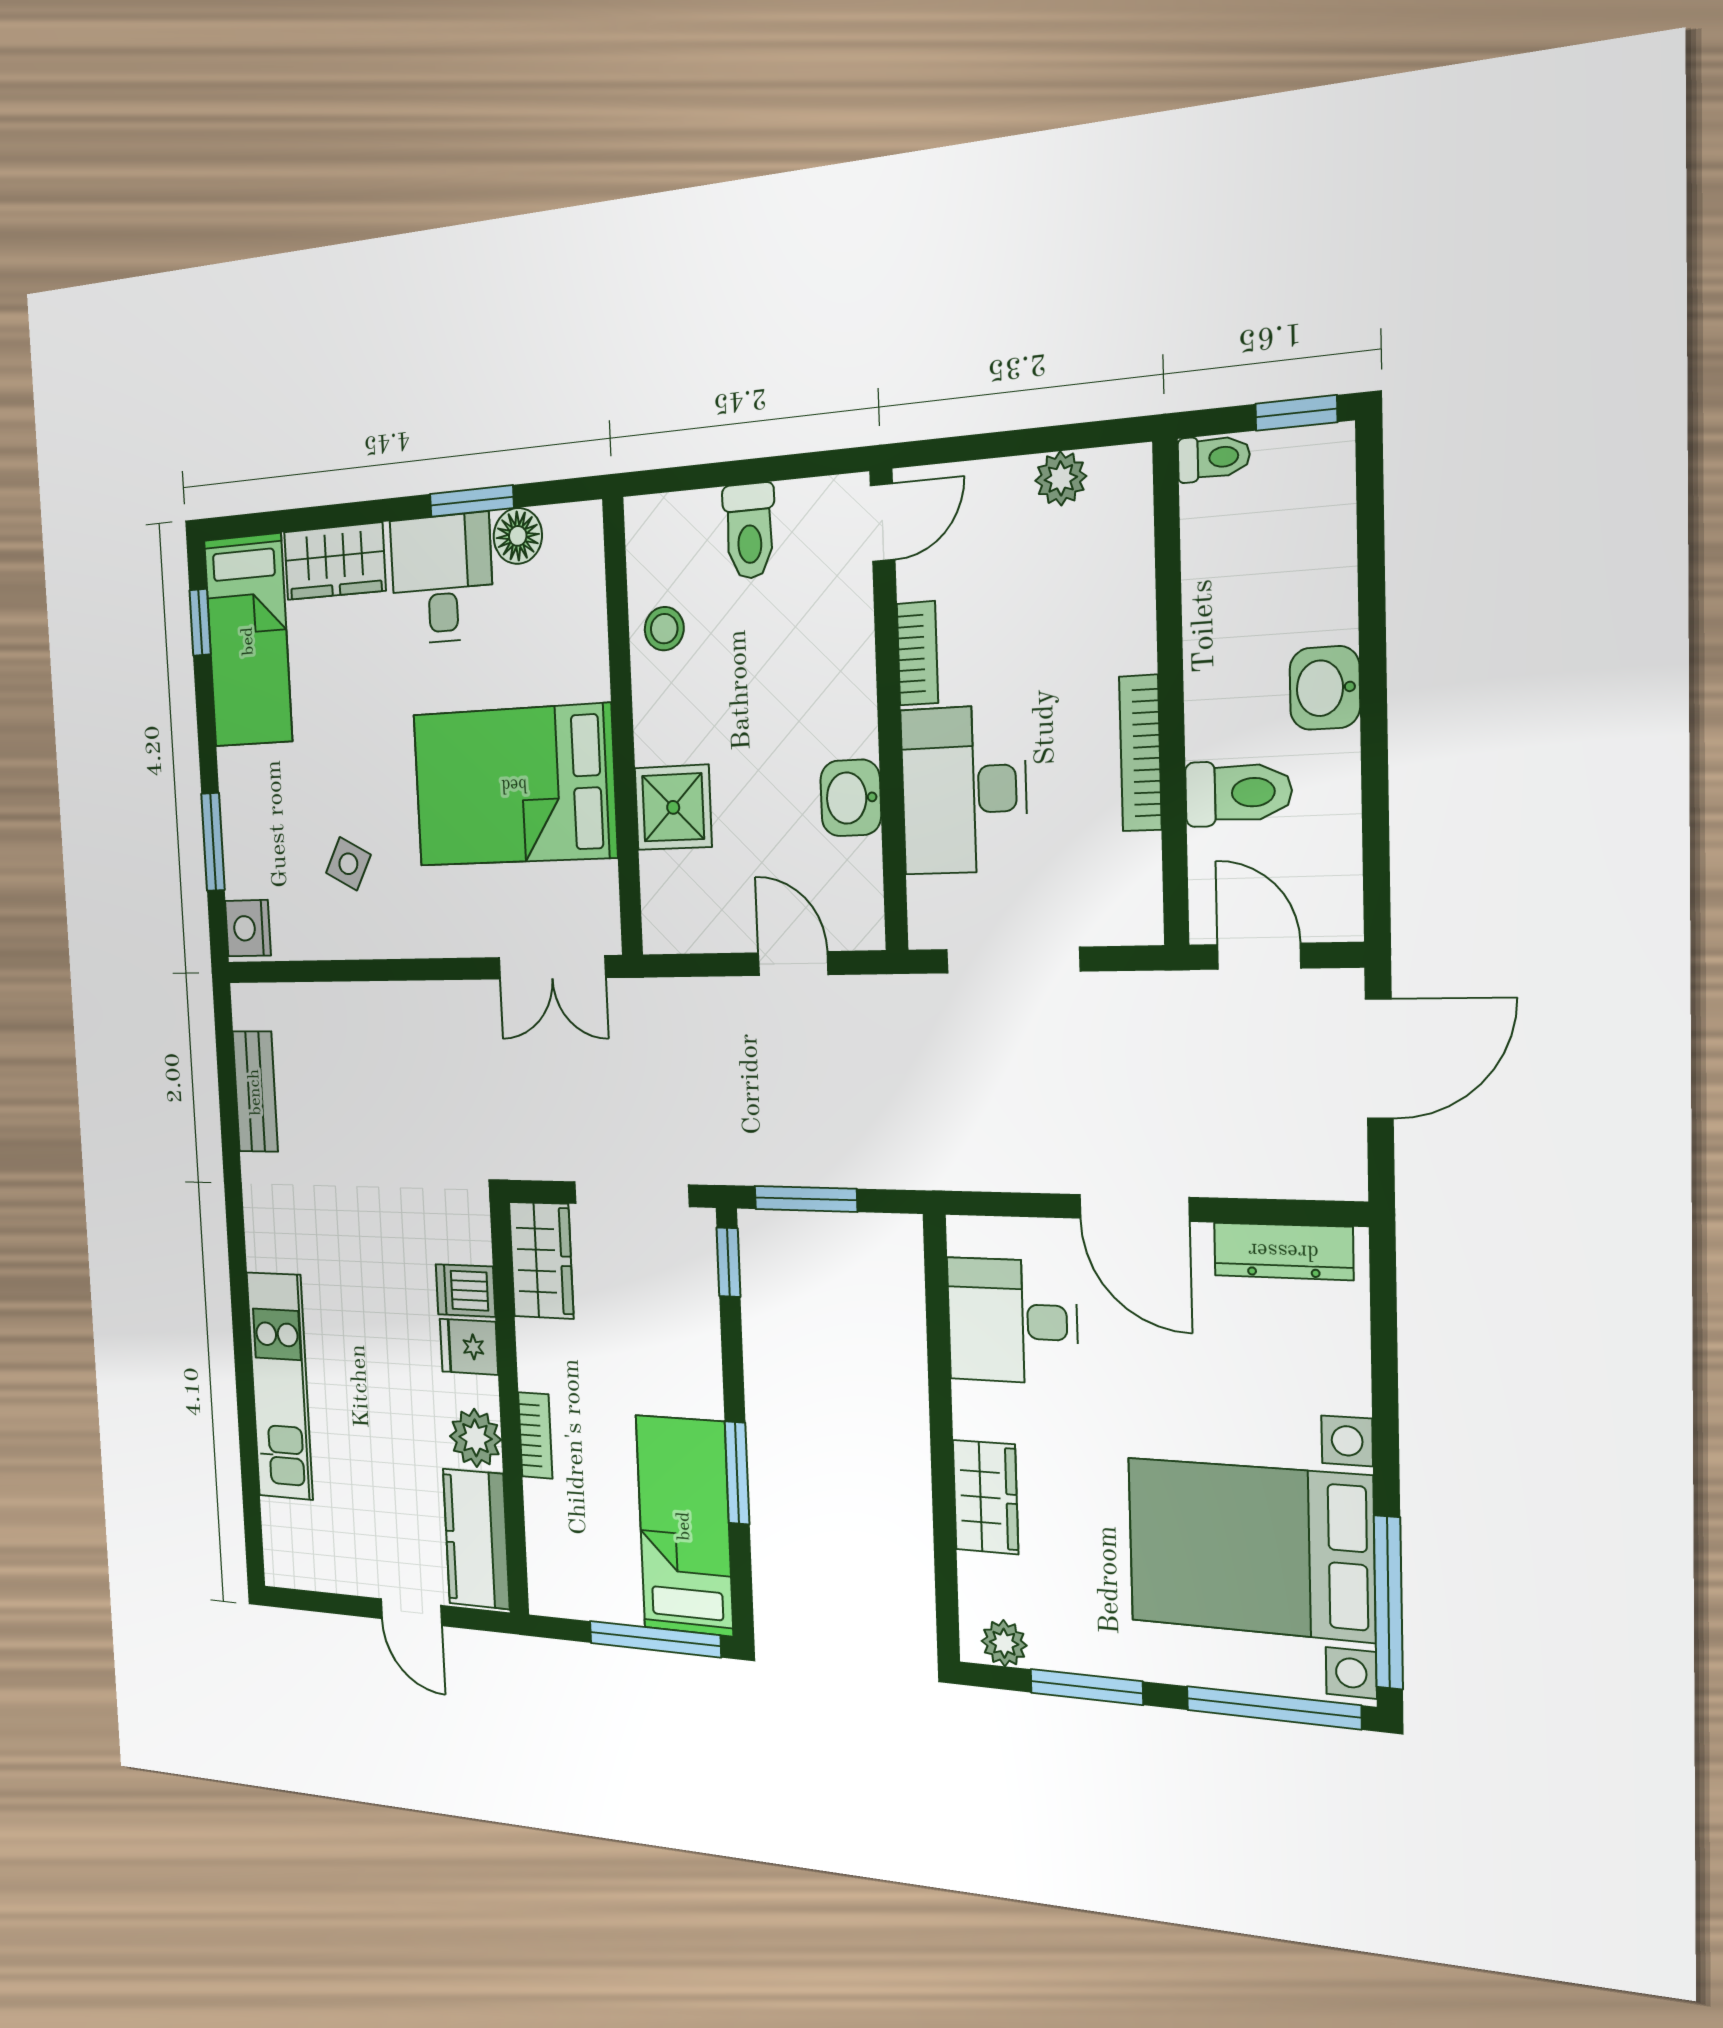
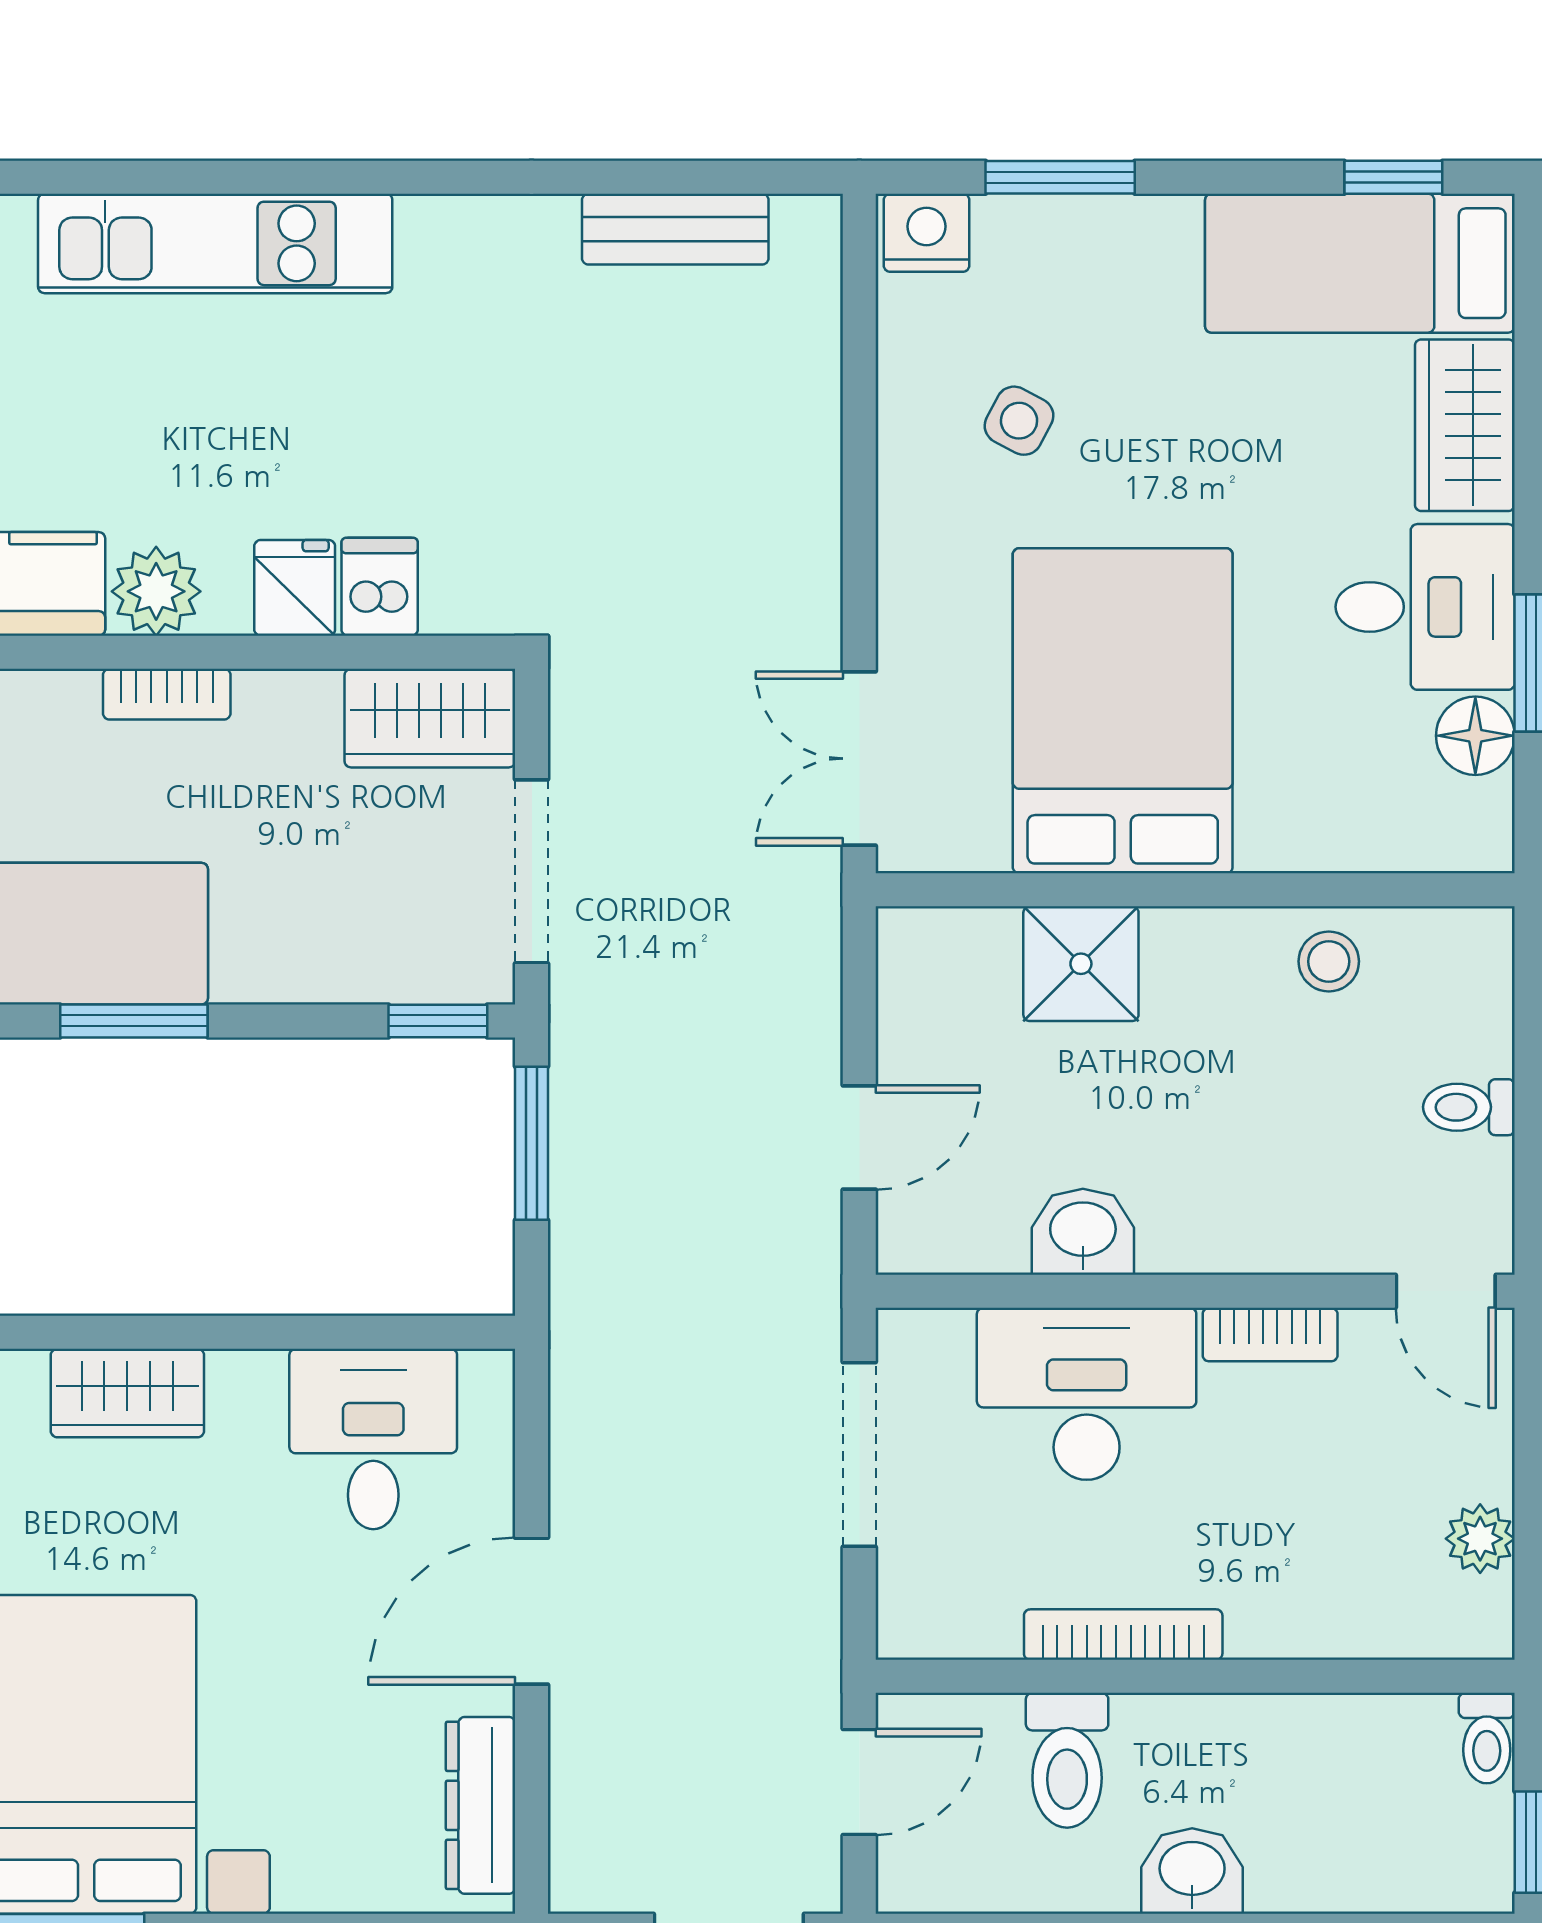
toilet: (749, 531) -> (1469, 1107), width x0.73, depth x0.72

